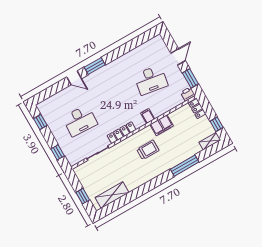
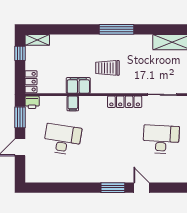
filing cabinet: (148, 116) -> (73, 103), moved
window: (185, 166) -> (116, 29), moved

